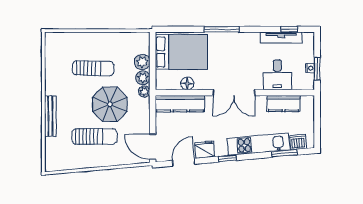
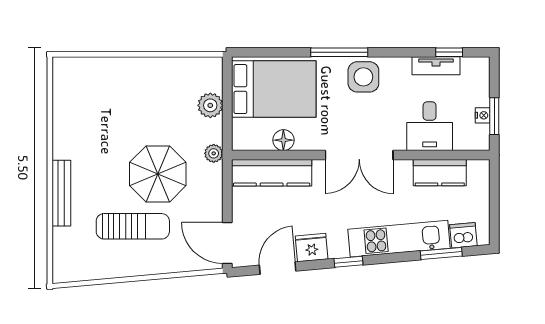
tv unit: (281, 38) -> (436, 66), width x0.71
side table: (237, 44) -> (363, 77), added
sun lounger: (93, 68) -> (131, 116), removed
plant: (143, 78) -> (211, 131), removed

